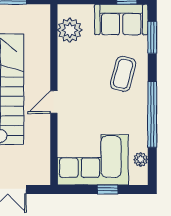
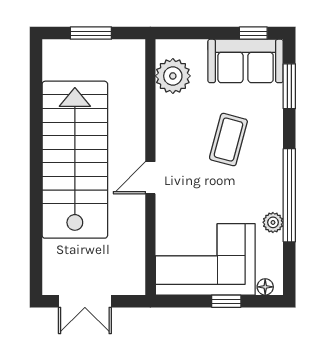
coffee table: (123, 74) -> (228, 140), moved
plant: (141, 159) -> (273, 222), moved
floor lamp: (135, 179) -> (265, 287), added

